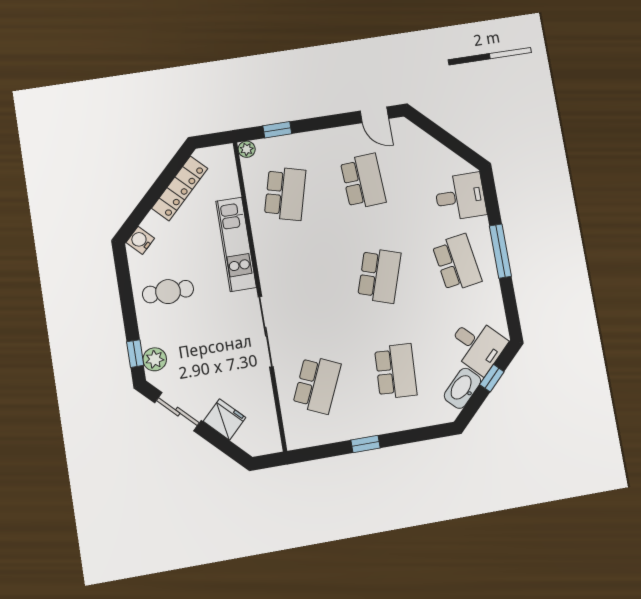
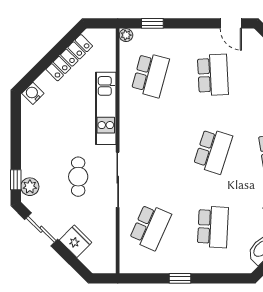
cafe table: (168, 292) -> (78, 177), moved, turned 90

